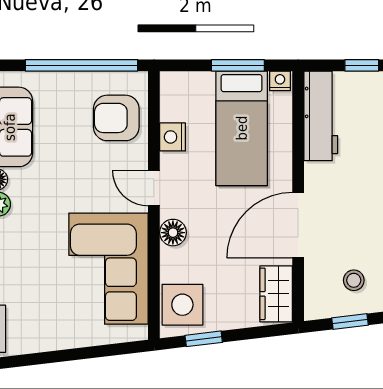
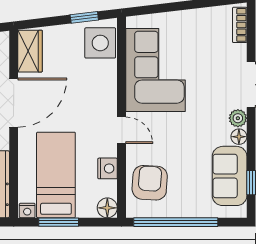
armchair: (116, 118) -> (150, 183), turned -86
floor lamp: (173, 233) -> (107, 208), moved

